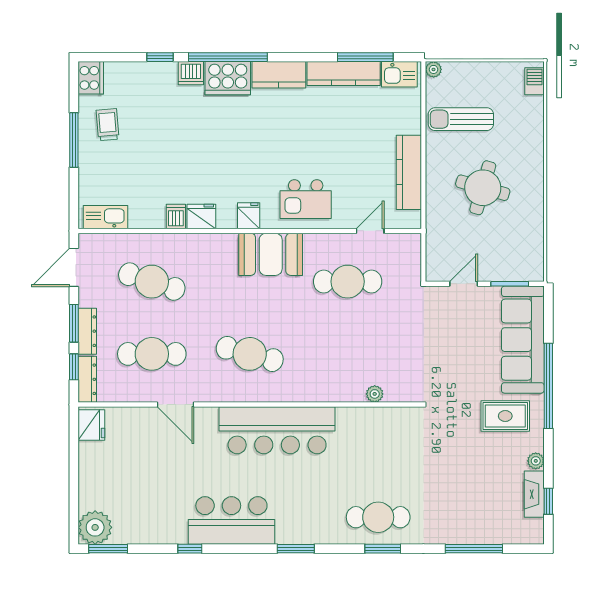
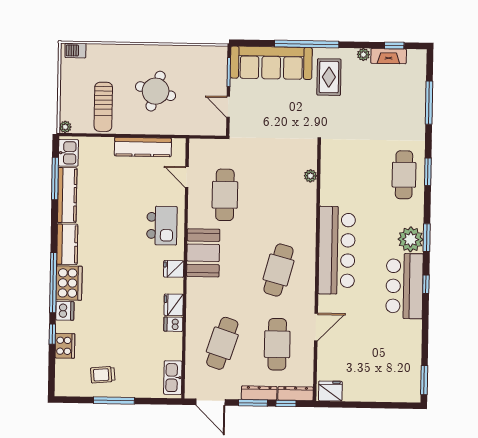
cooker: (91, 78) -> (65, 346), moved, turned 90
plant: (95, 527) -> (411, 239), moved
window: (190, 549) -> (426, 284), moved

